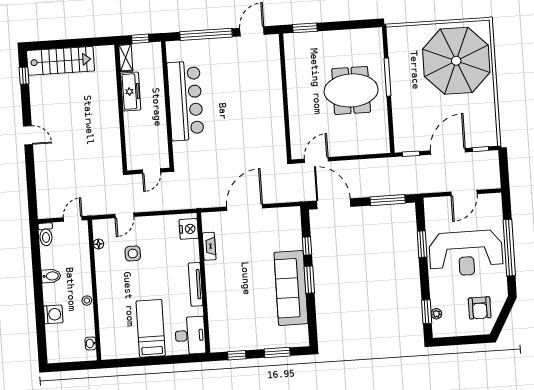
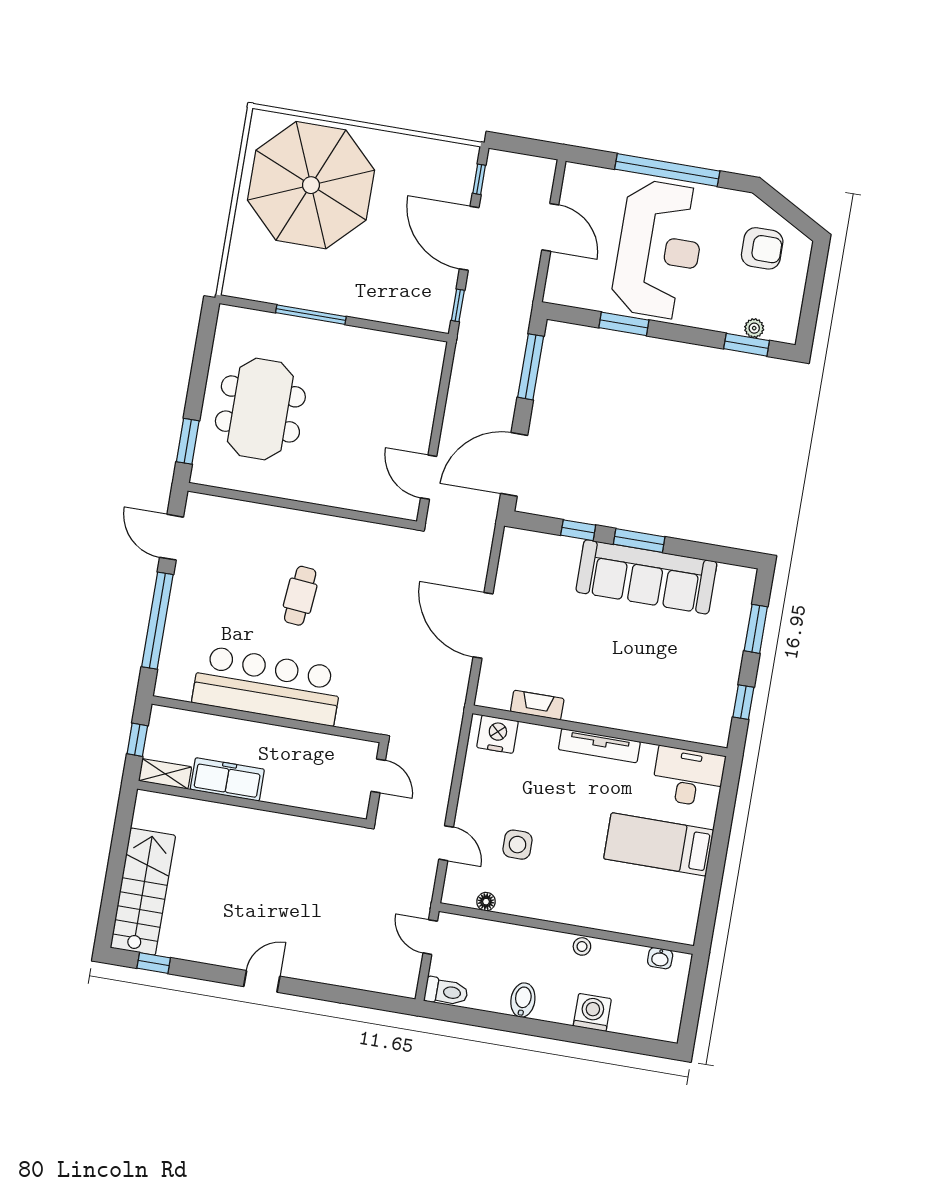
meeting table: (351, 90) -> (260, 409), moved
cafe table: (237, 107) -> (300, 596), added

